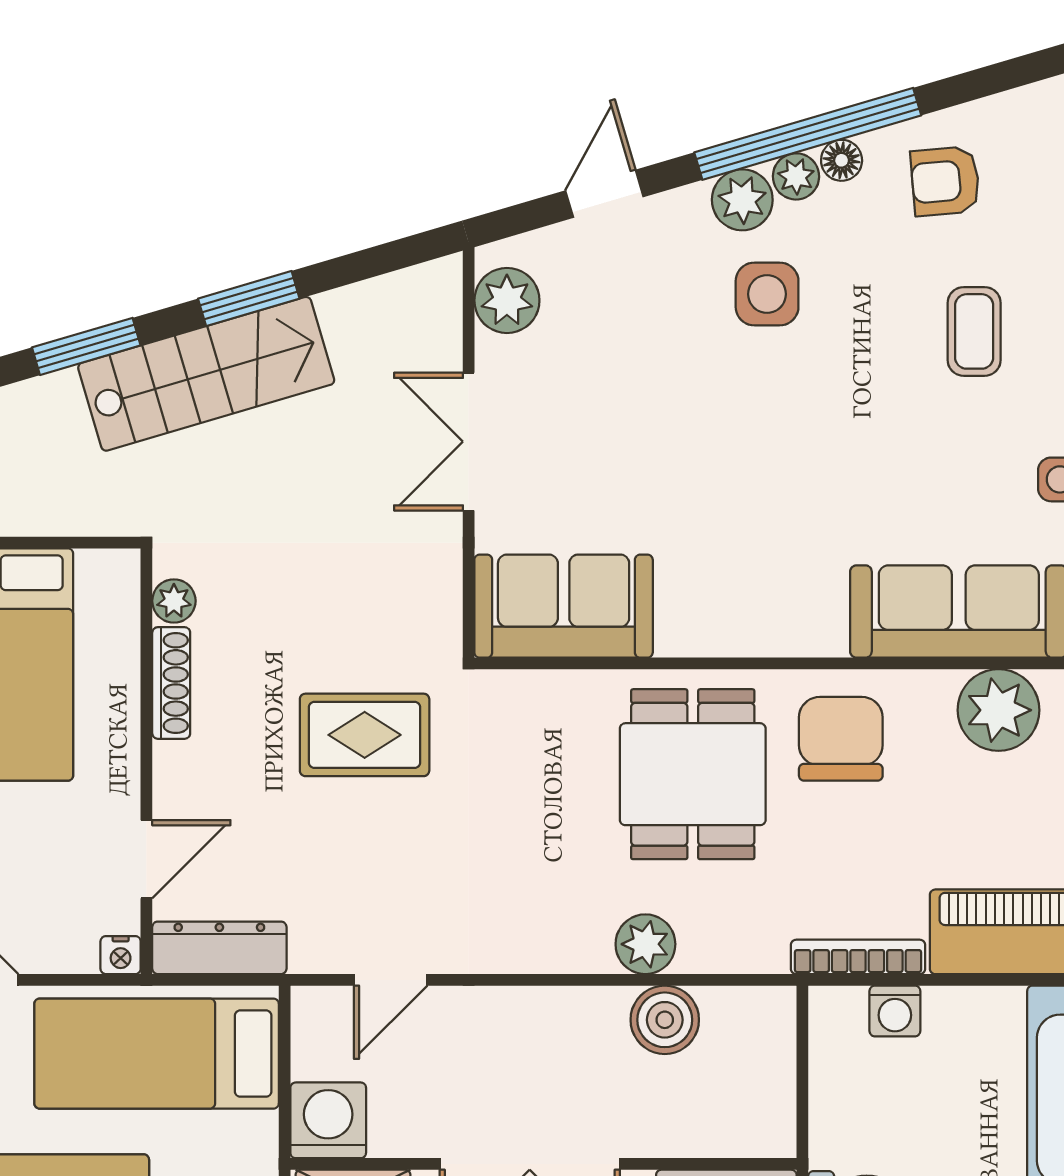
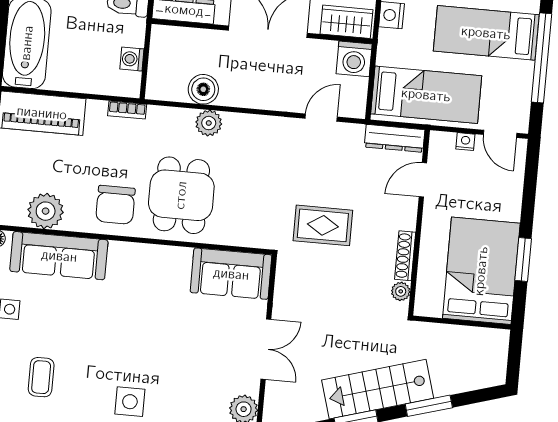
nightstand: (121, 955) -> (465, 142), moved
bookcase: (858, 957) -> (127, 110), width x0.64
washing machine: (895, 1011) -> (132, 59), moved, turned -90

